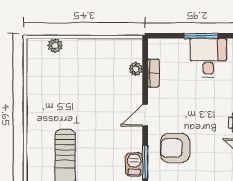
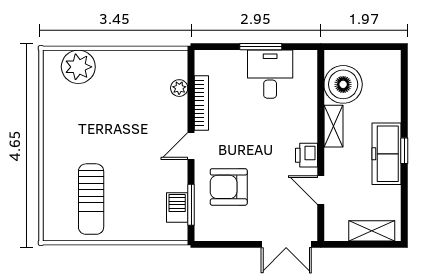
plant: (55, 46) -> (78, 67), width x1.87, depth x1.87
bookcase: (153, 73) -> (201, 103), width x1.56

